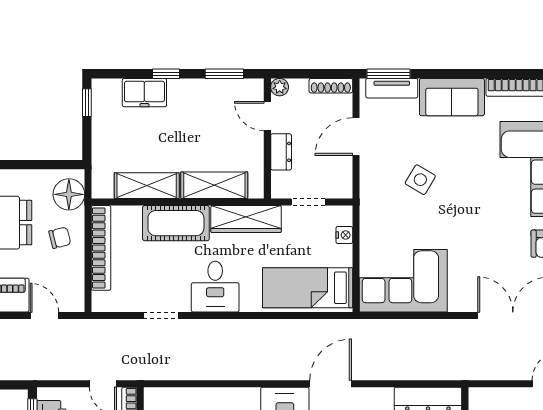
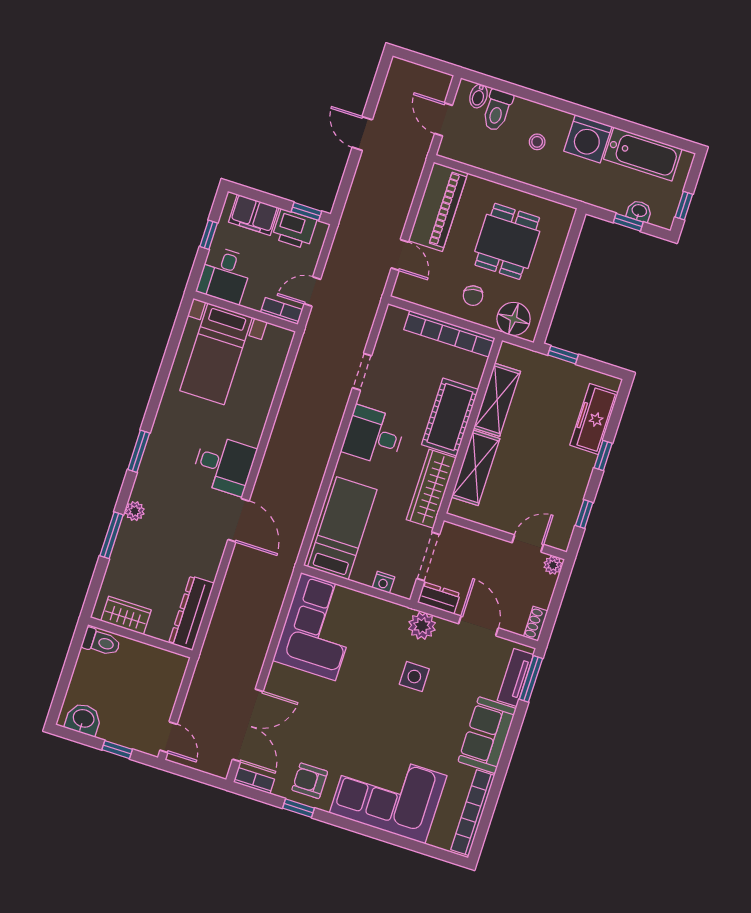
window: (224, 74) -> (584, 514), width x0.67
shoe rack: (331, 86) -> (536, 624), width x0.70
freezer: (144, 93) -> (594, 419), width x1.40
window: (87, 103) -> (563, 355), moved
dresser: (281, 152) -> (439, 598), moved, turned 180
side table: (420, 180) -> (414, 677), turned -31
plant: (372, 187) -> (422, 626), added
doorway: (308, 202) -> (428, 557), width x1.38
door: (44, 316) -> (400, 255), hinge flipped

